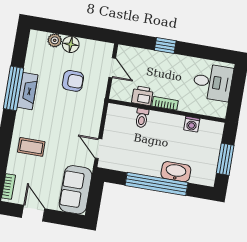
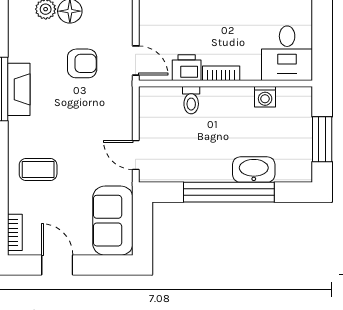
door: (112, 68) -> (136, 60), moved
desk: (213, 82) -> (287, 53), moved, turned 90

